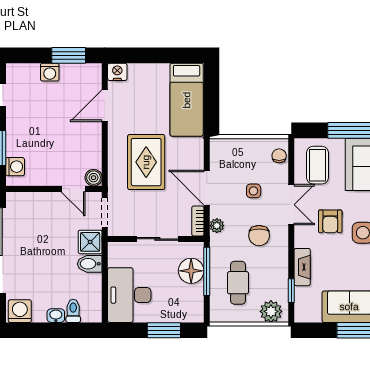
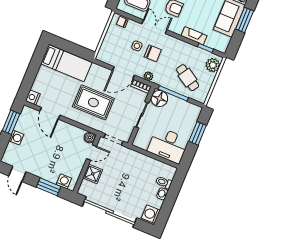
chair: (259, 236) -> (153, 53), moved
shower: (90, 242) -> (93, 174), moved
bidet: (90, 264) -> (140, 161), removed
floor lamp: (191, 271) -> (159, 99), moved
cafe table: (238, 283) -> (188, 78), turned 32

